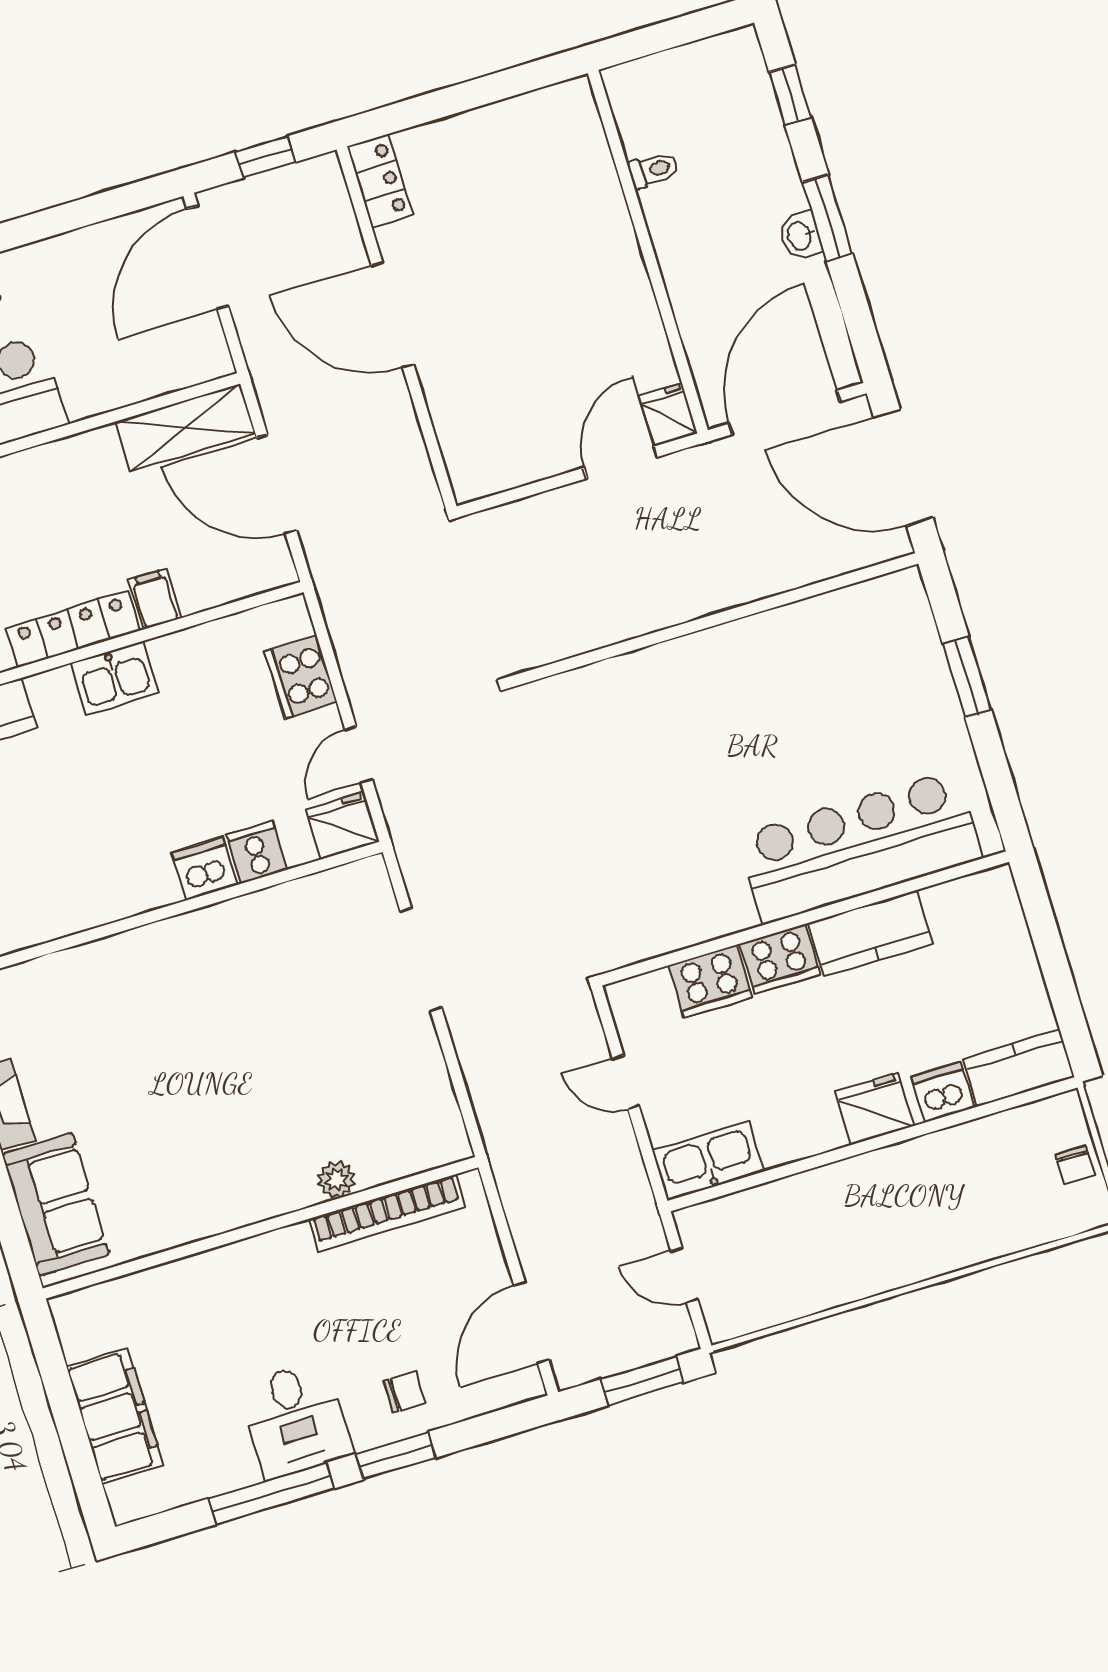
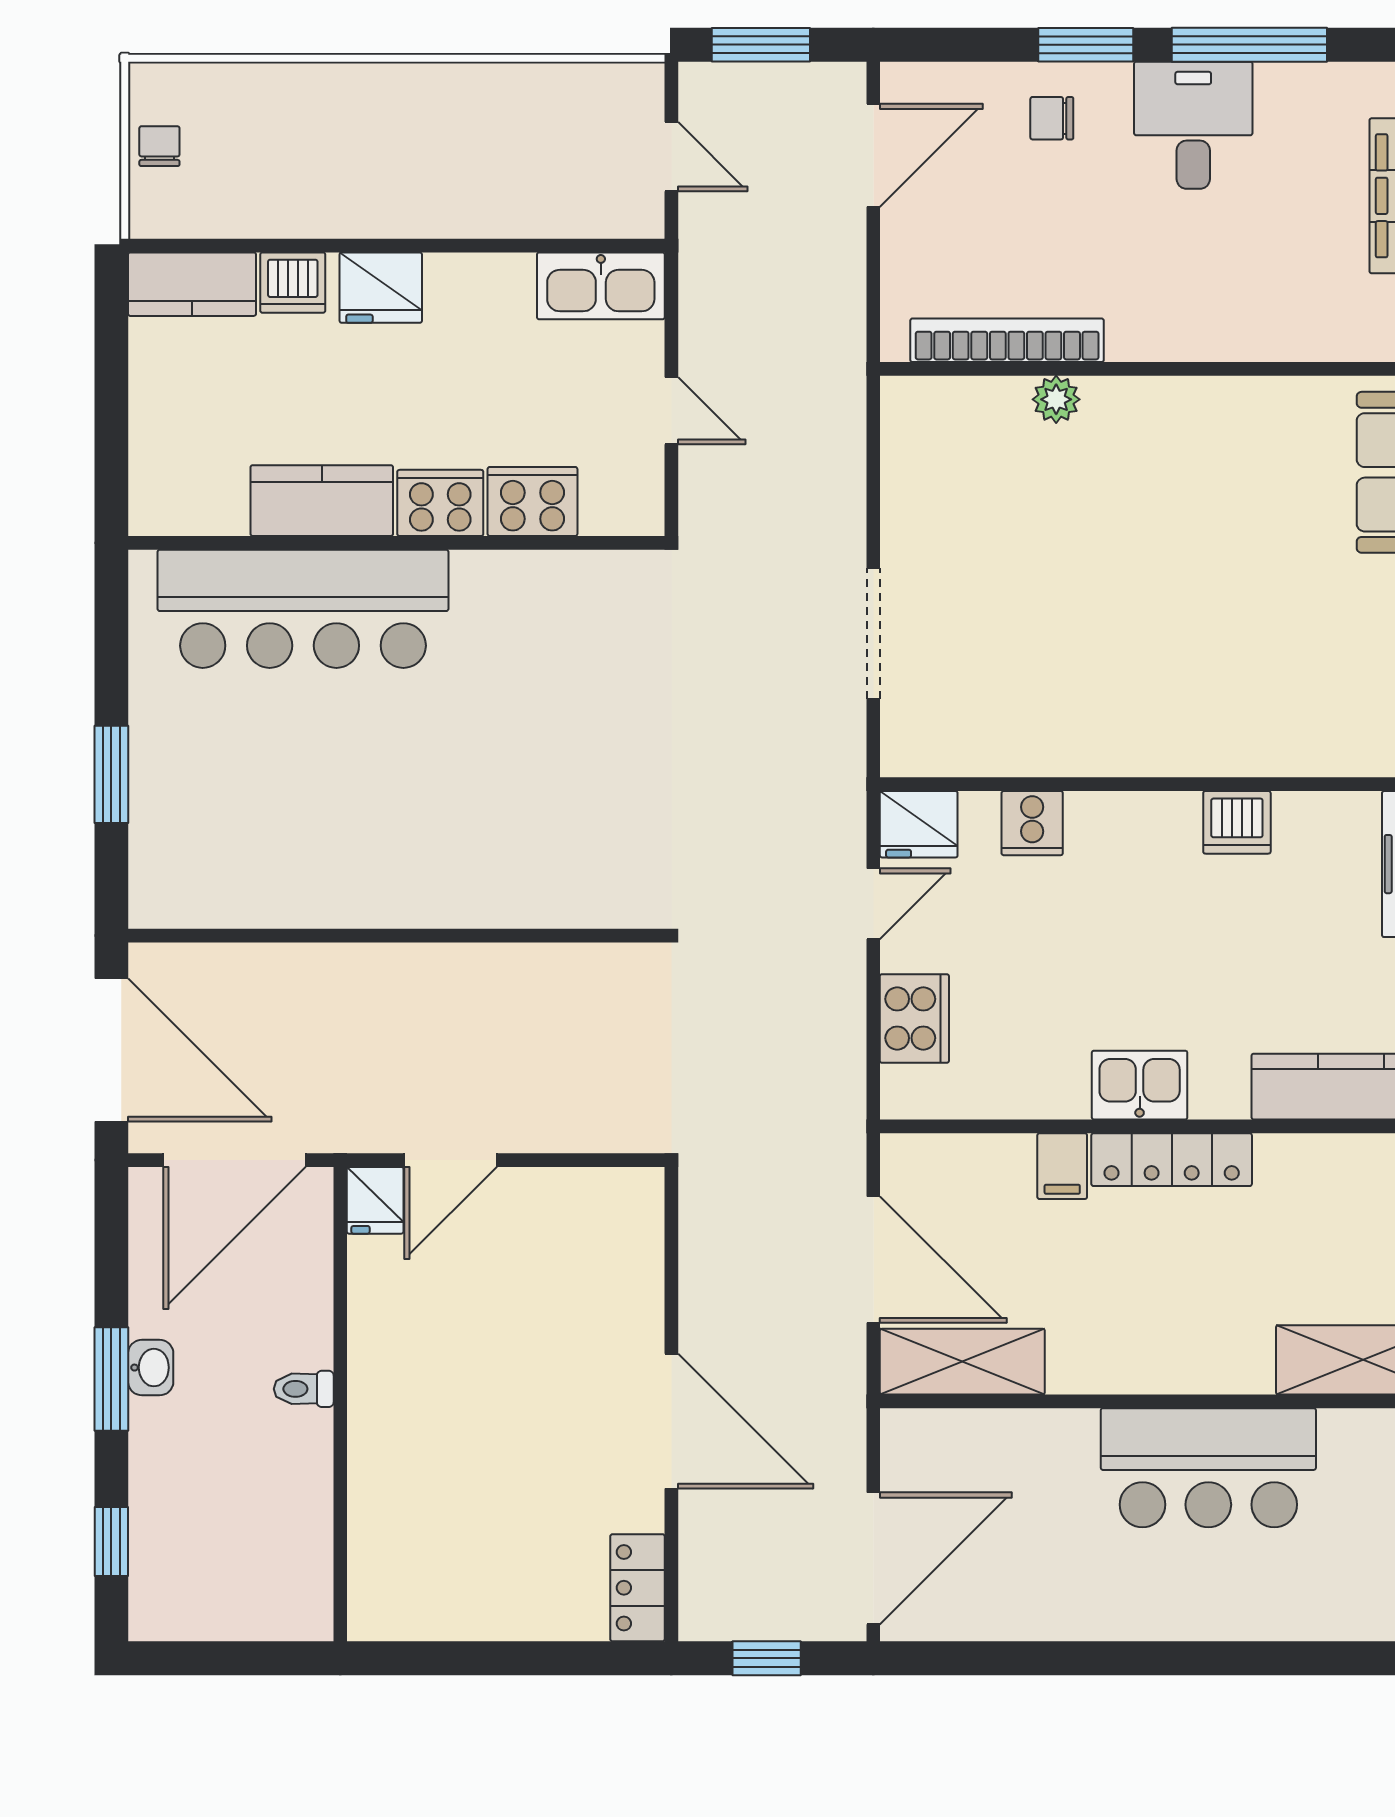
toilet: (653, 170) -> (304, 1389), moved
dishwasher: (205, 869) -> (1237, 822), moved

